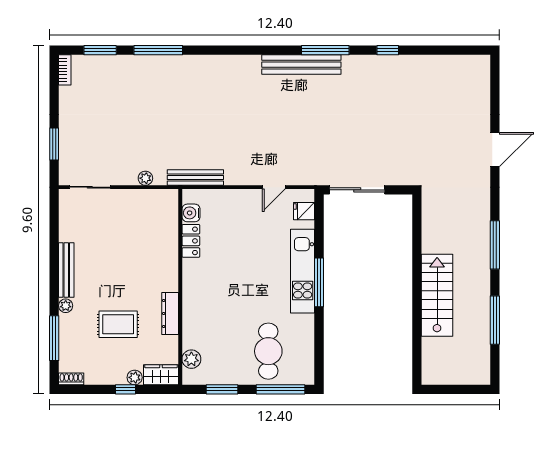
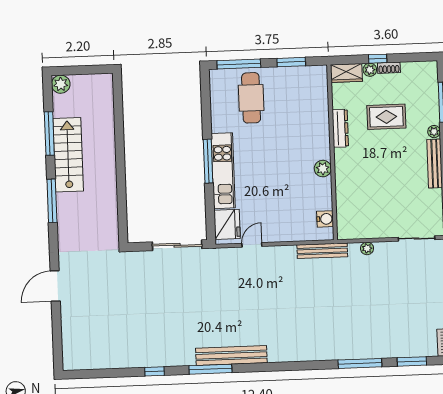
fridge: (304, 211) -> (227, 224), width x1.88, depth x1.34
locker: (191, 241) -> (324, 194), removed
stairs: (437, 295) -> (68, 155), moved, turned 180
plant: (191, 359) -> (323, 169), moved
plant: (480, 375) -> (61, 84), added
shoe rack: (71, 379) -> (389, 68), moved

